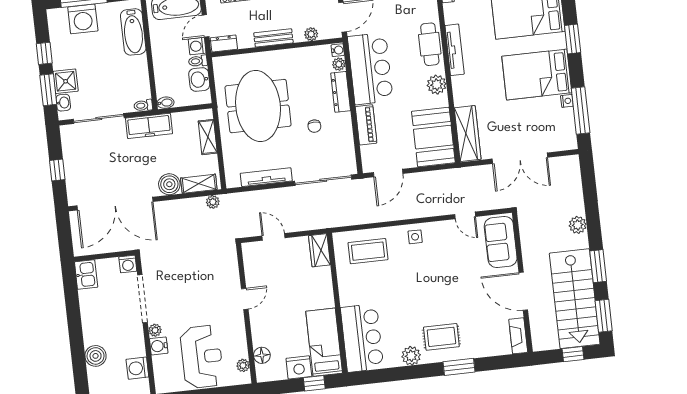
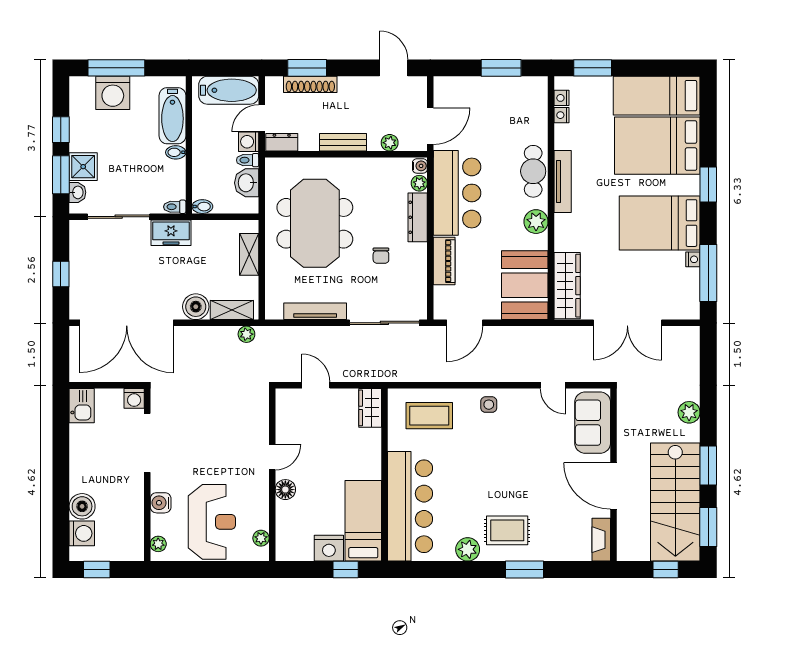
bidet: (139, 61) -> (176, 152), added
freezer: (149, 126) -> (171, 233), width x0.71
plant: (155, 330) -> (158, 544), moved
bar counter: (362, 338) -> (410, 506), width x1.36
floor lamp: (262, 355) -> (285, 490), moved
washing machine: (137, 368) -> (82, 533), moved, turned 180

